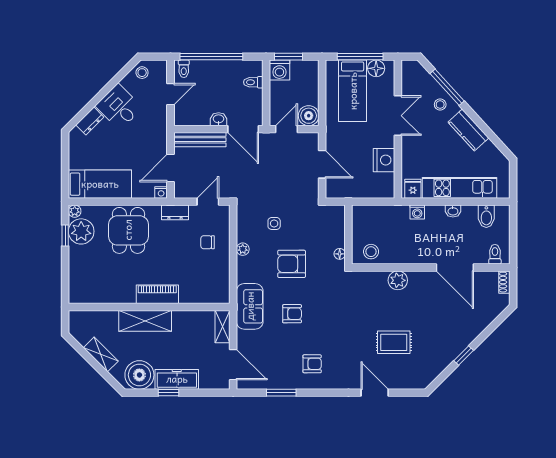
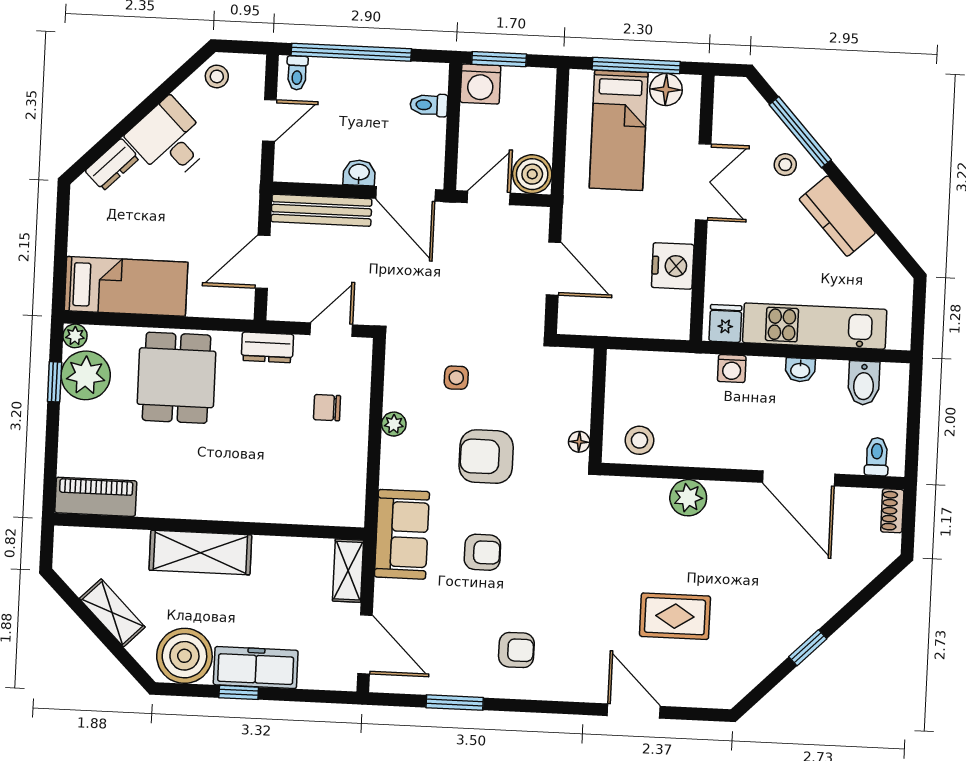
nightstand: (161, 193) -> (242, 308), removed
piano: (157, 294) -> (96, 497), moved

